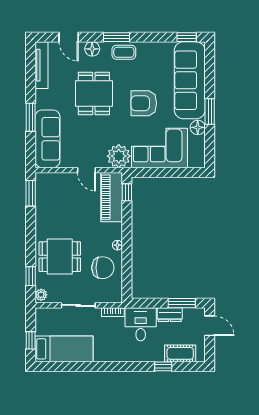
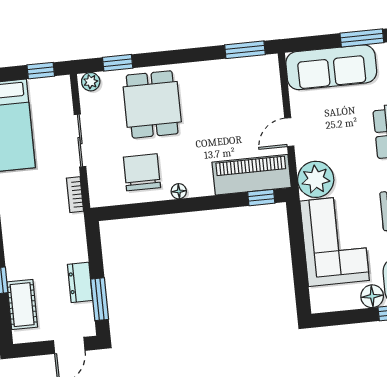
chair: (103, 268) -> (142, 172), turned 180
desk: (141, 324) -> (61, 239), removed
window: (31, 340) -> (41, 71), moved

